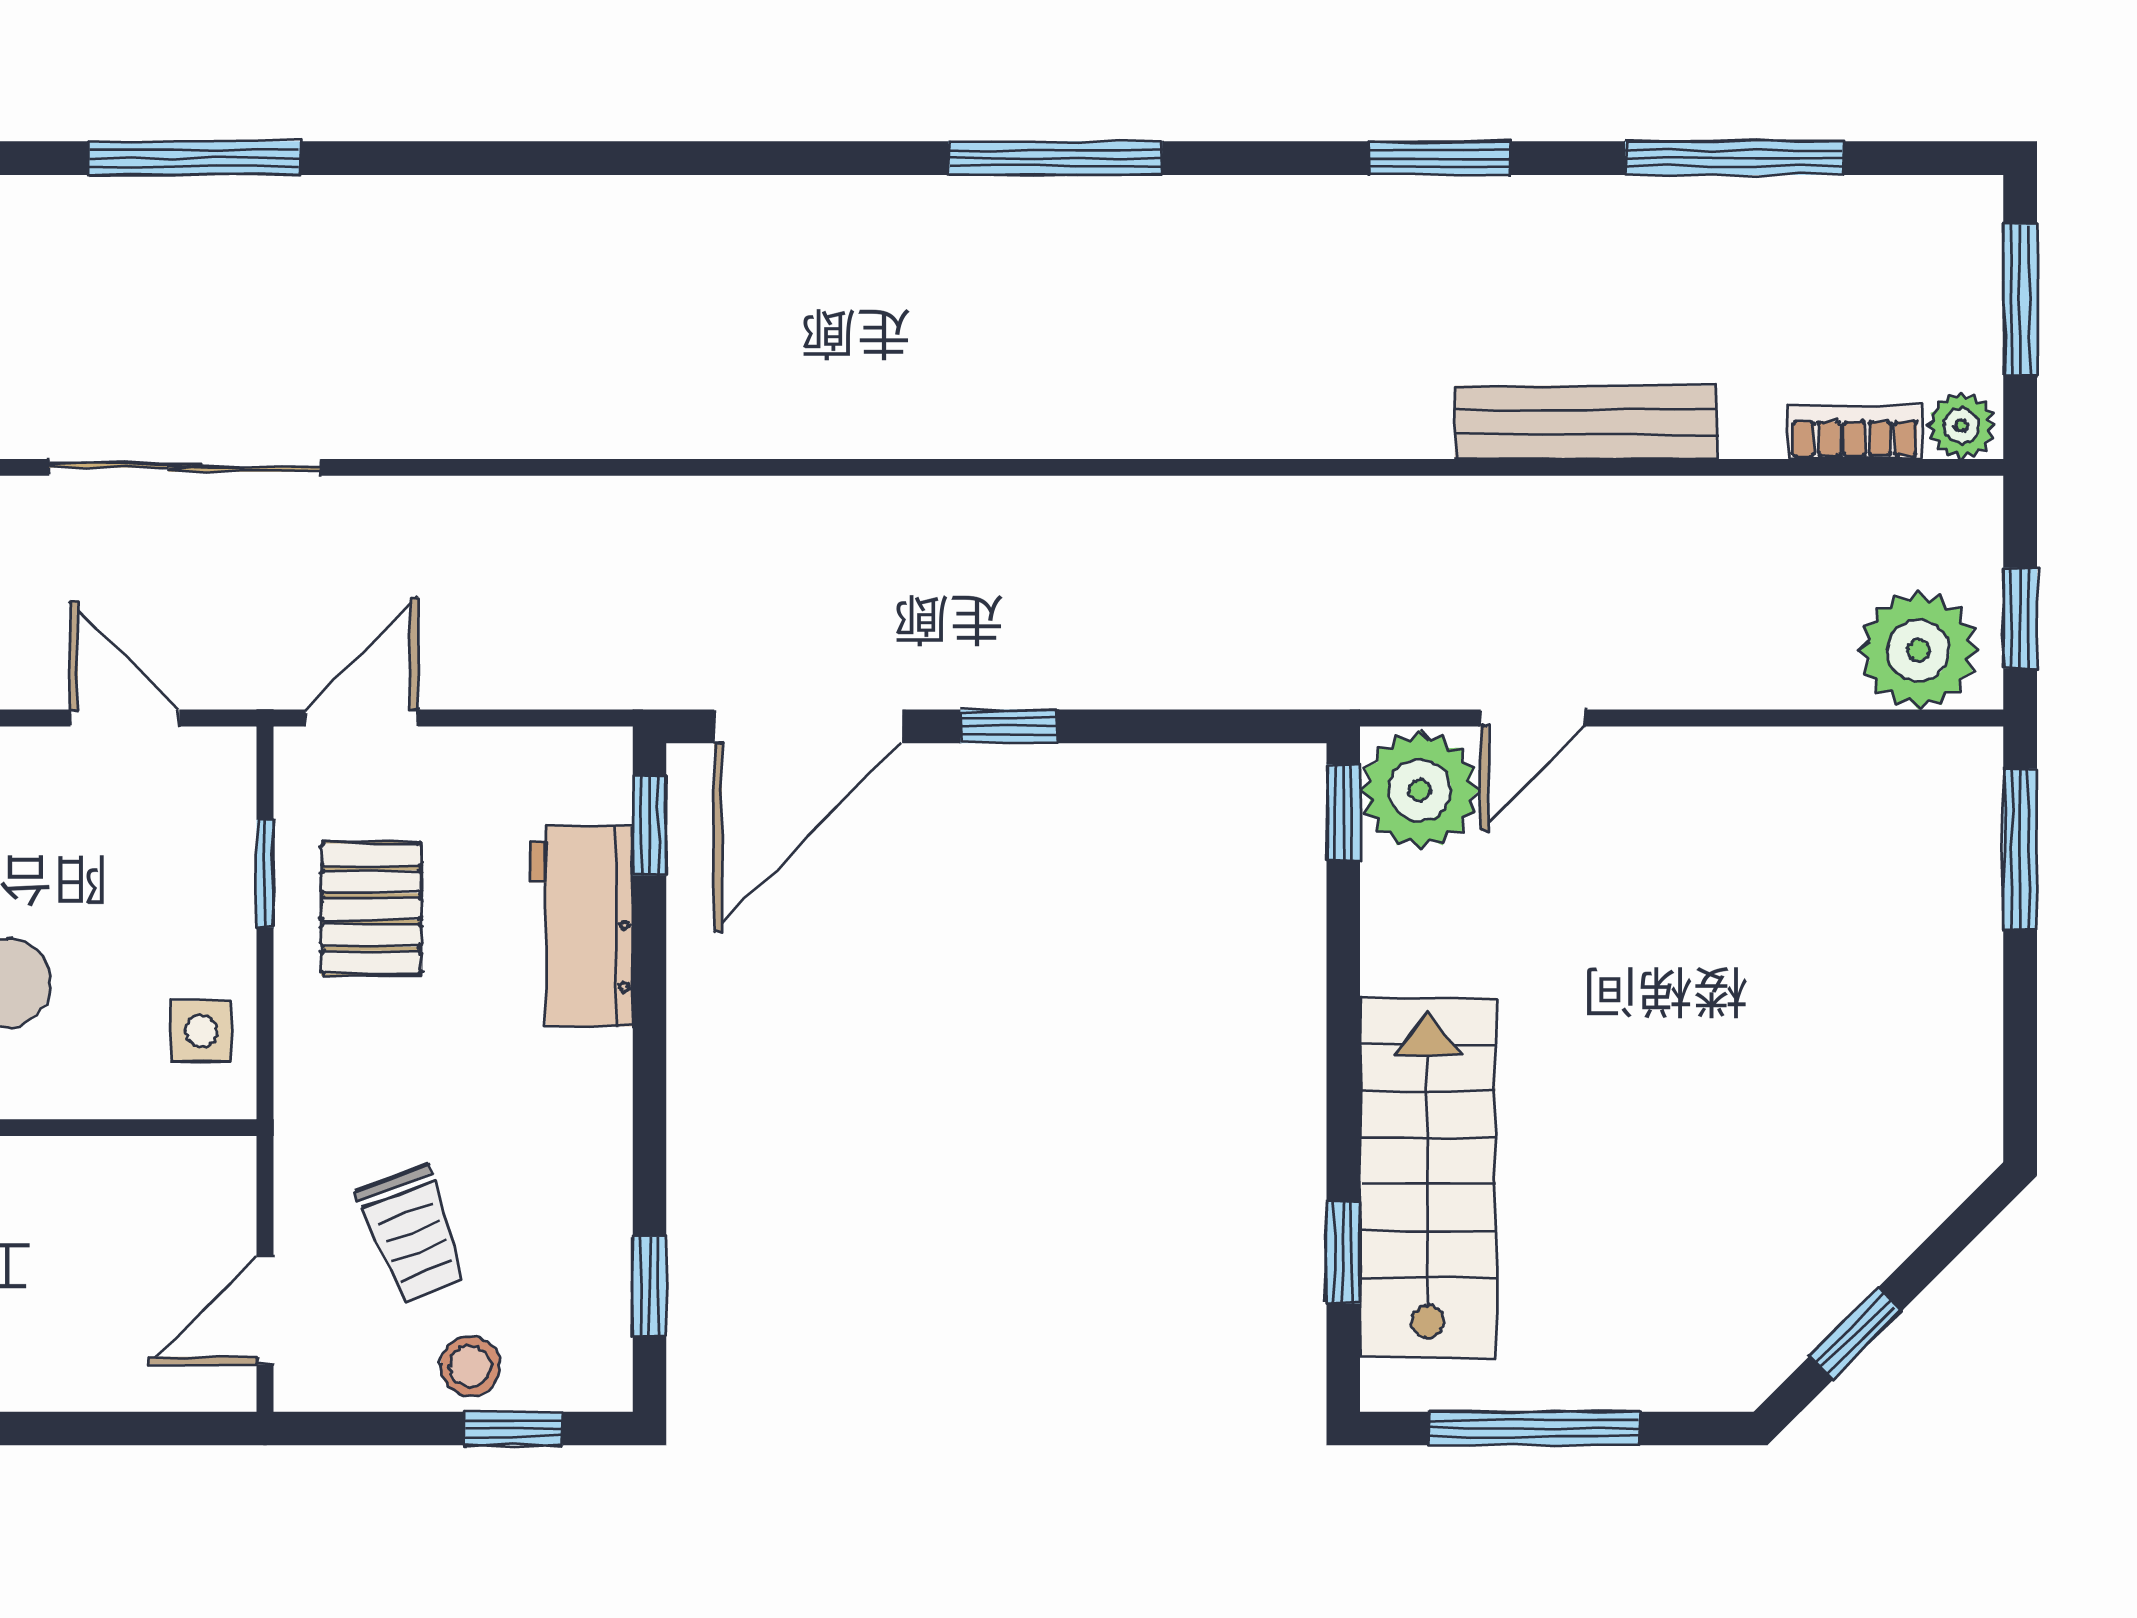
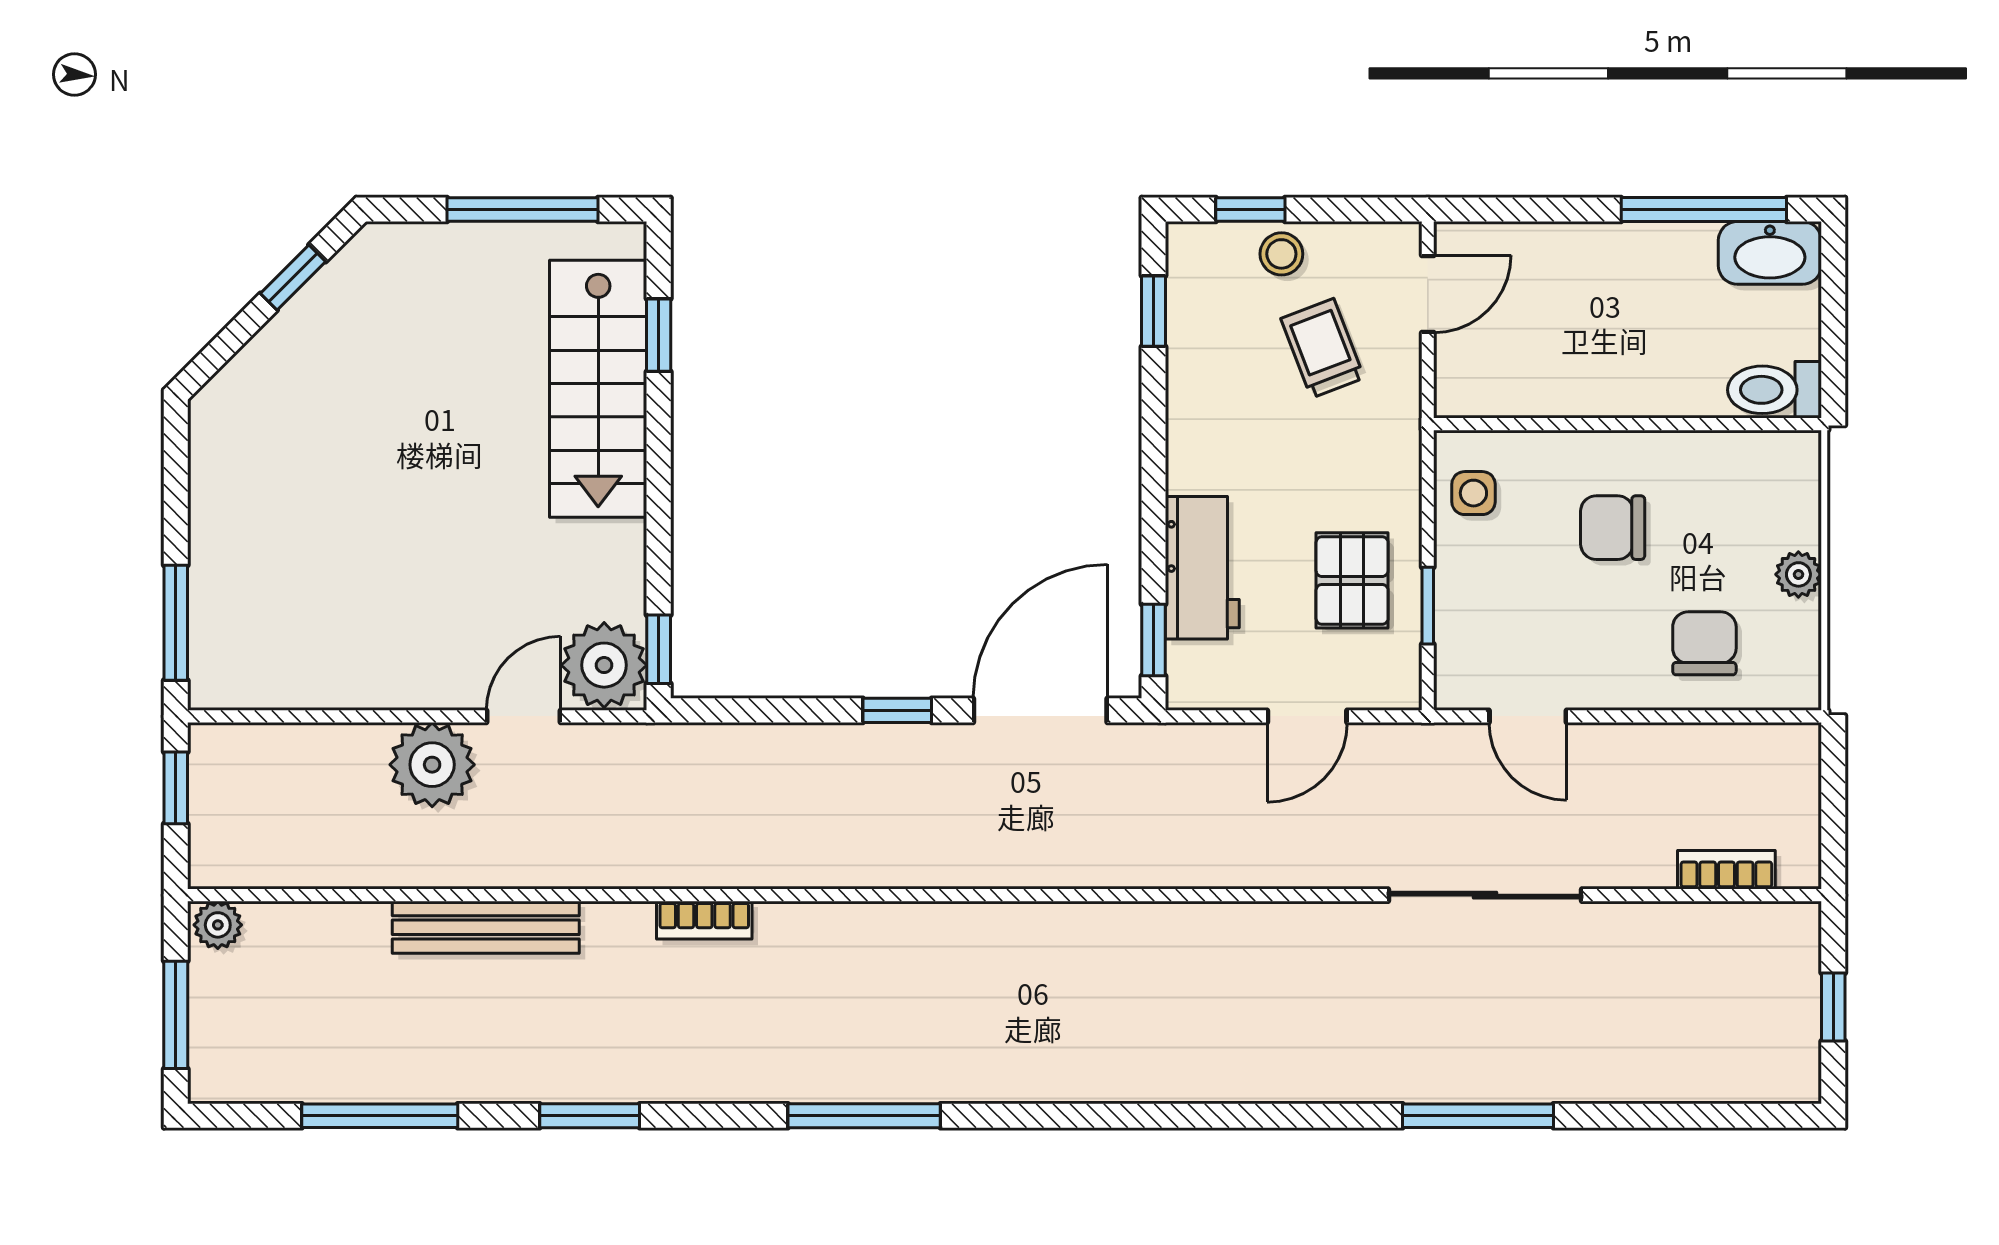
bookcase: (1855, 432) -> (704, 920), moved
plant: (1919, 650) -> (432, 765), moved
door: (362, 718) -> (1307, 716), moved

